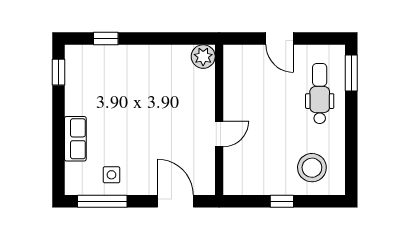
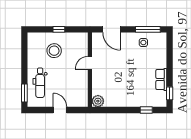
row of seats: (75, 139) -> (161, 79), moved
stool: (312, 168) -> (54, 51), moved

